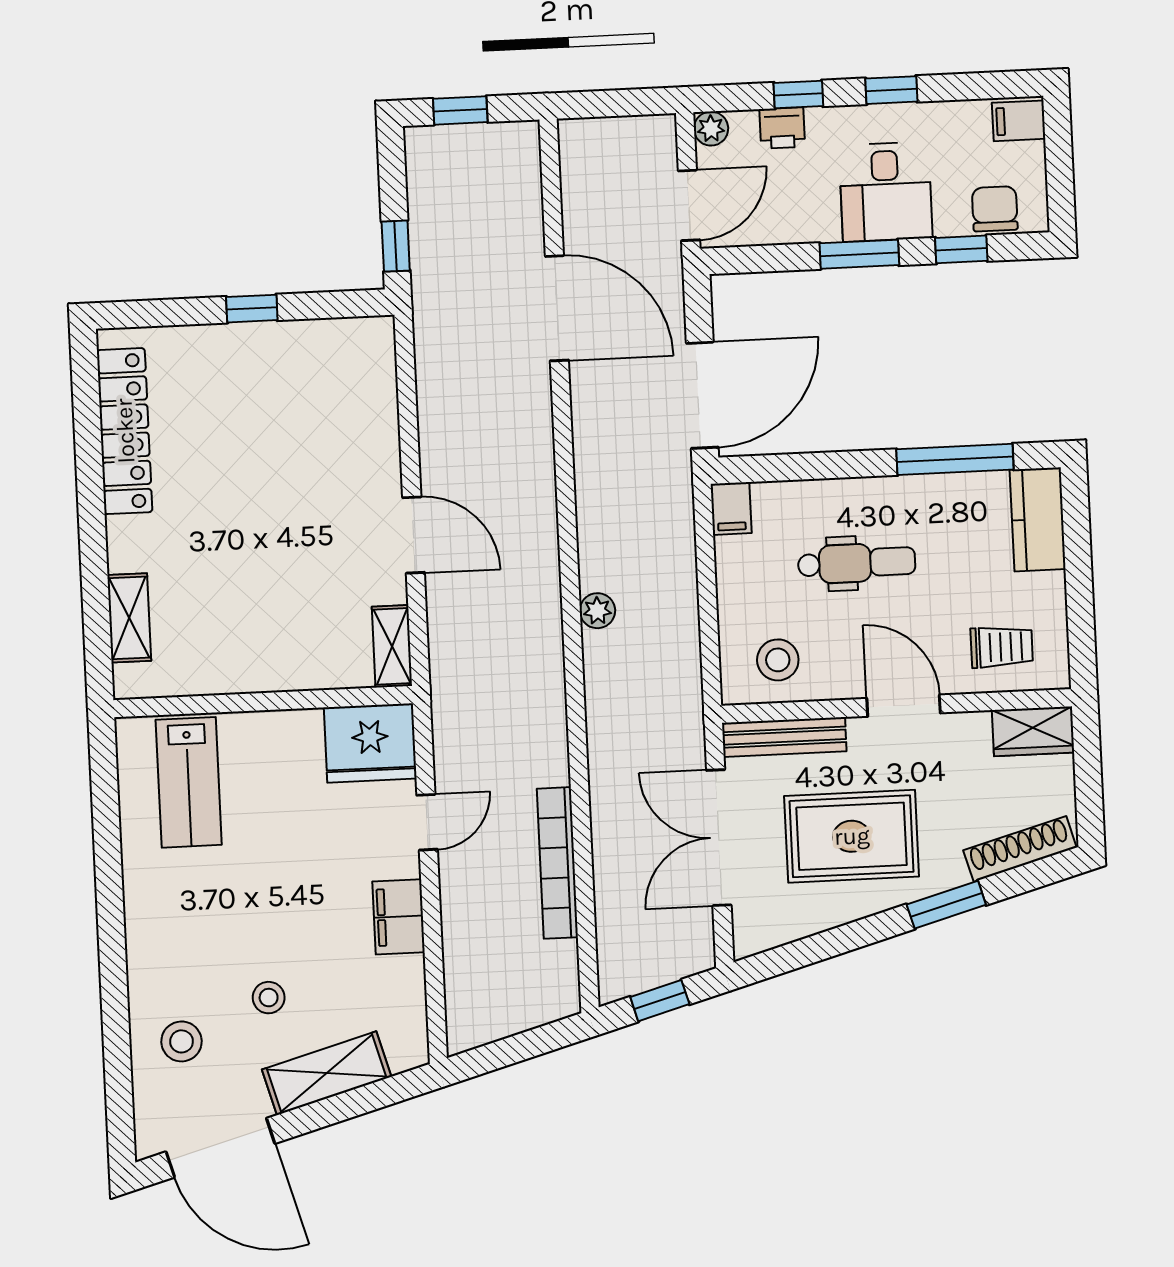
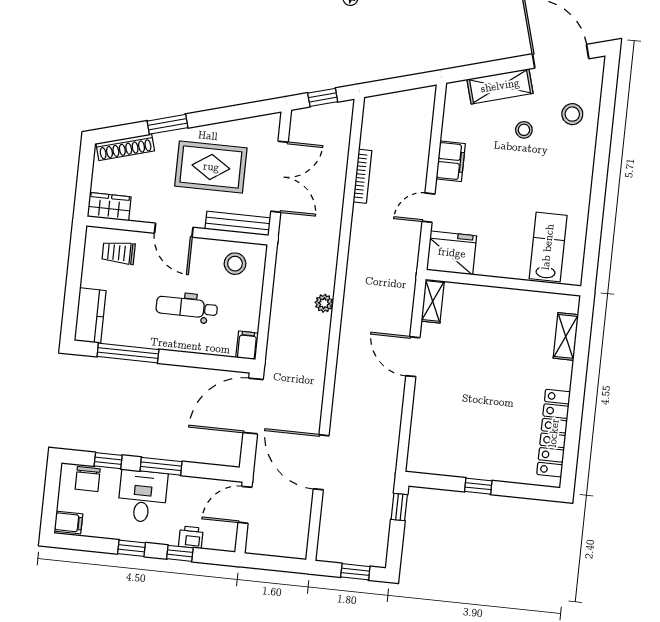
plant: (711, 129) -> (228, 543), removed
bookcase: (557, 863) -> (362, 176), width x0.68, depth x0.76

